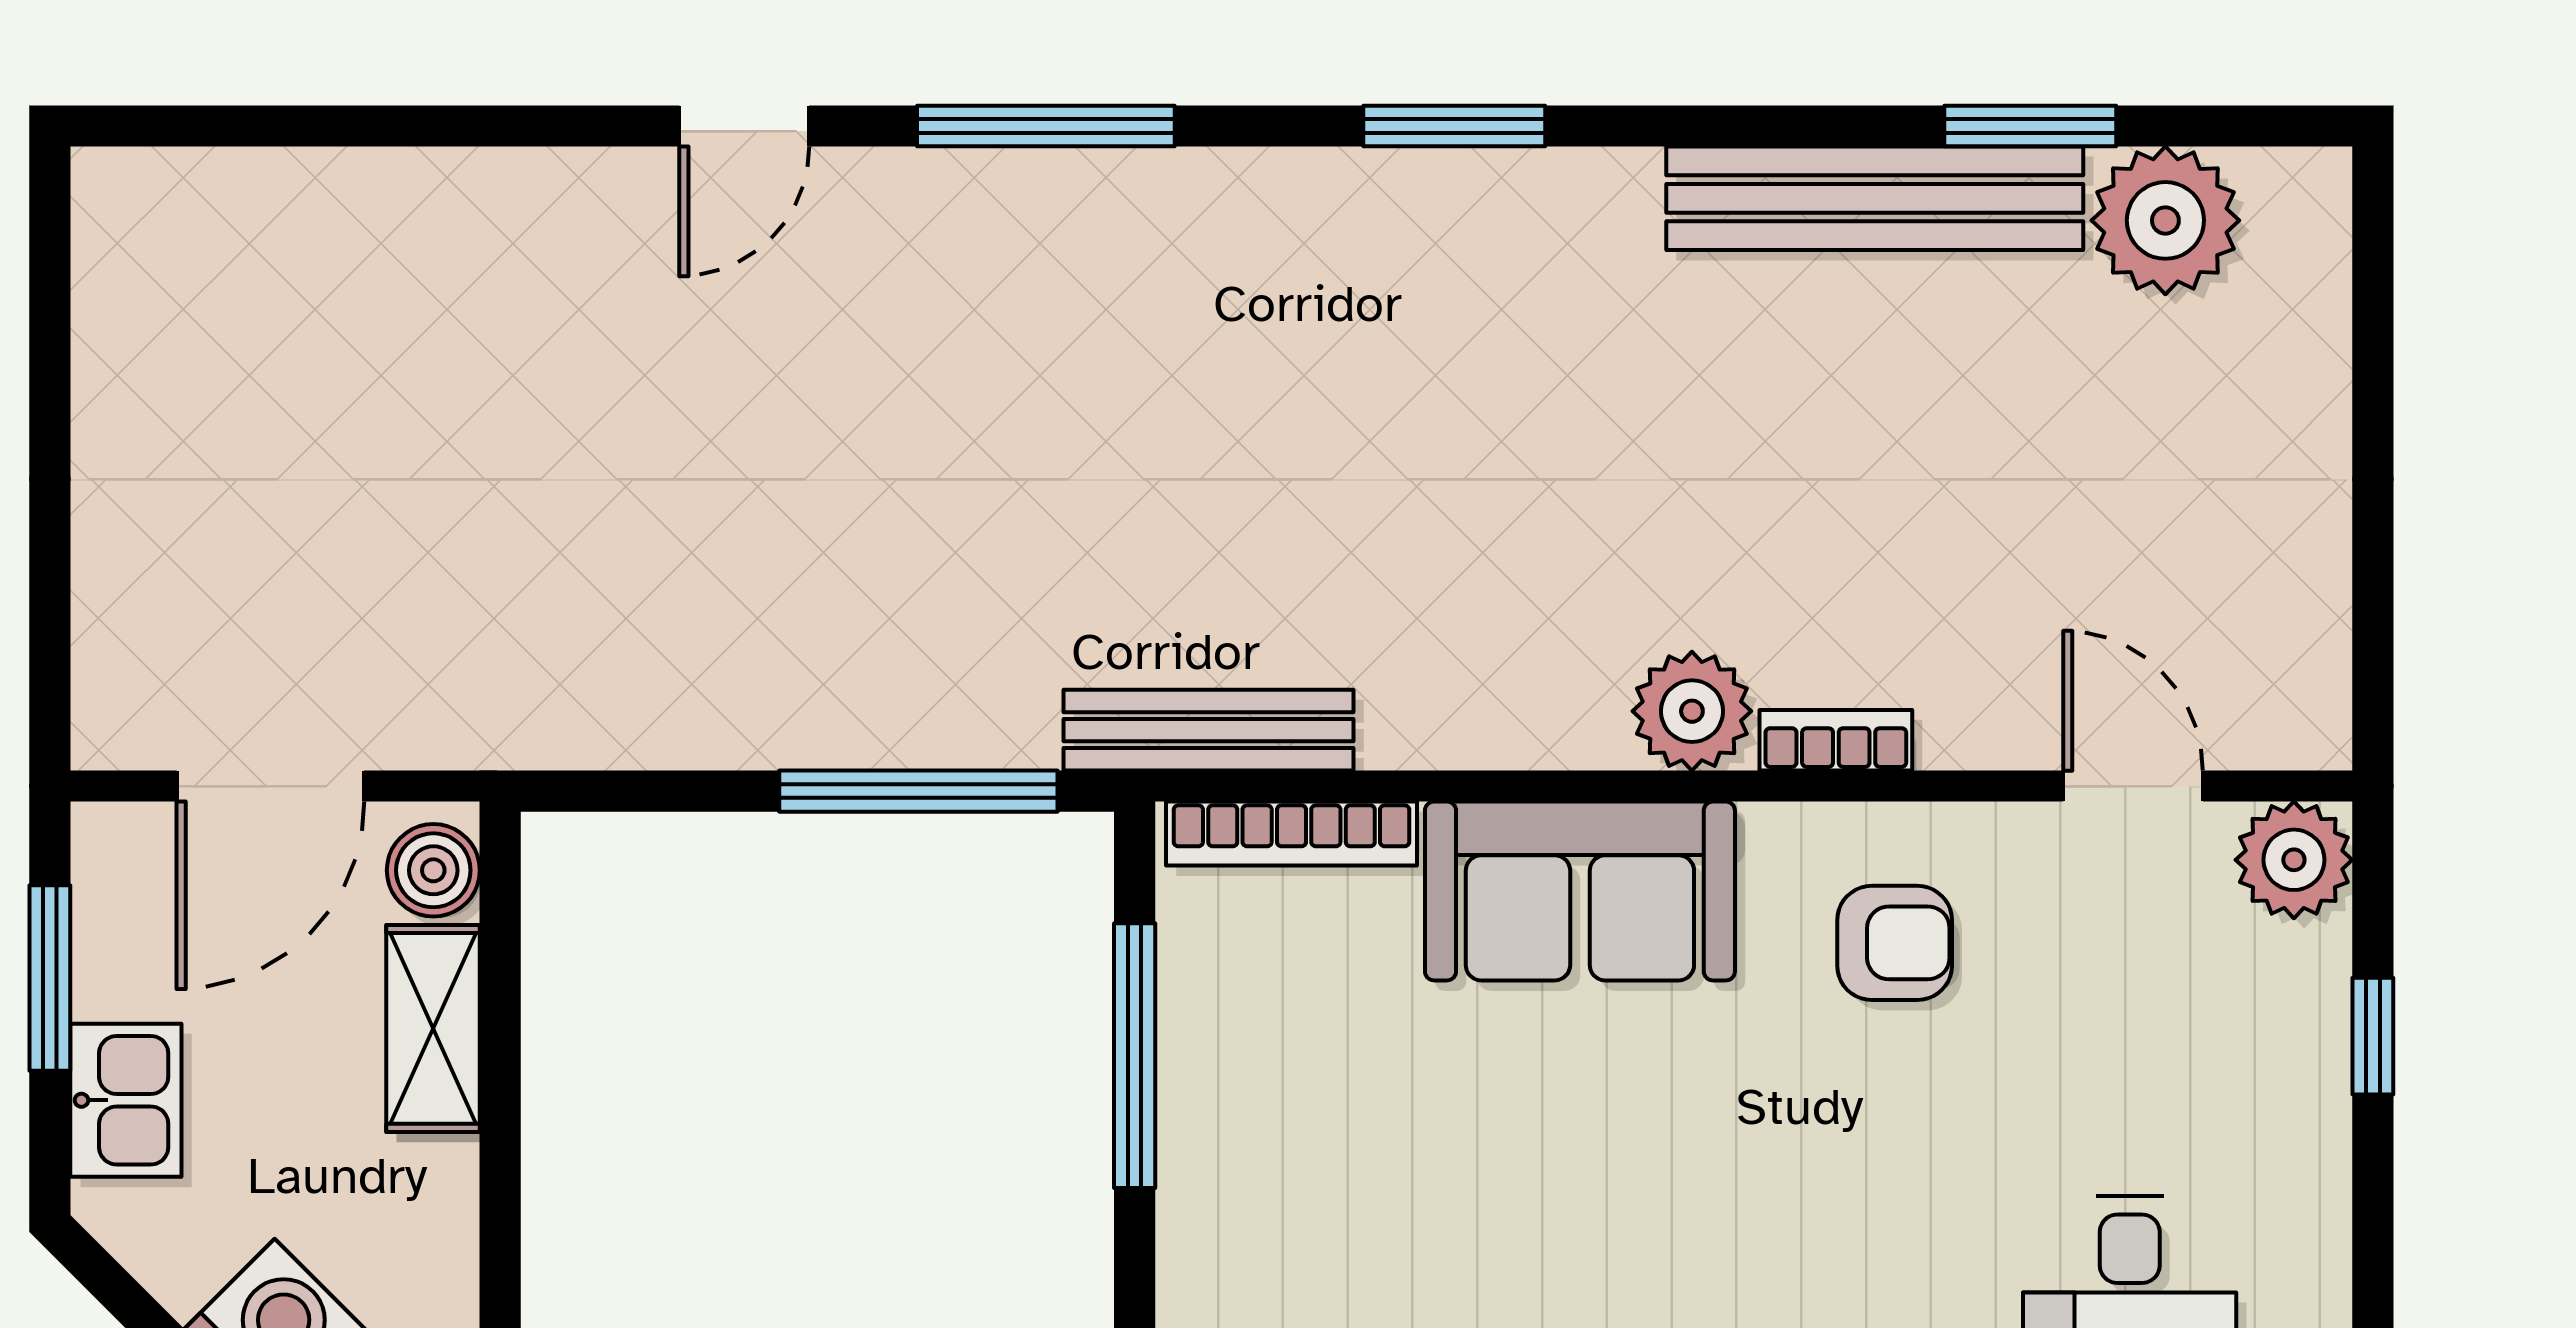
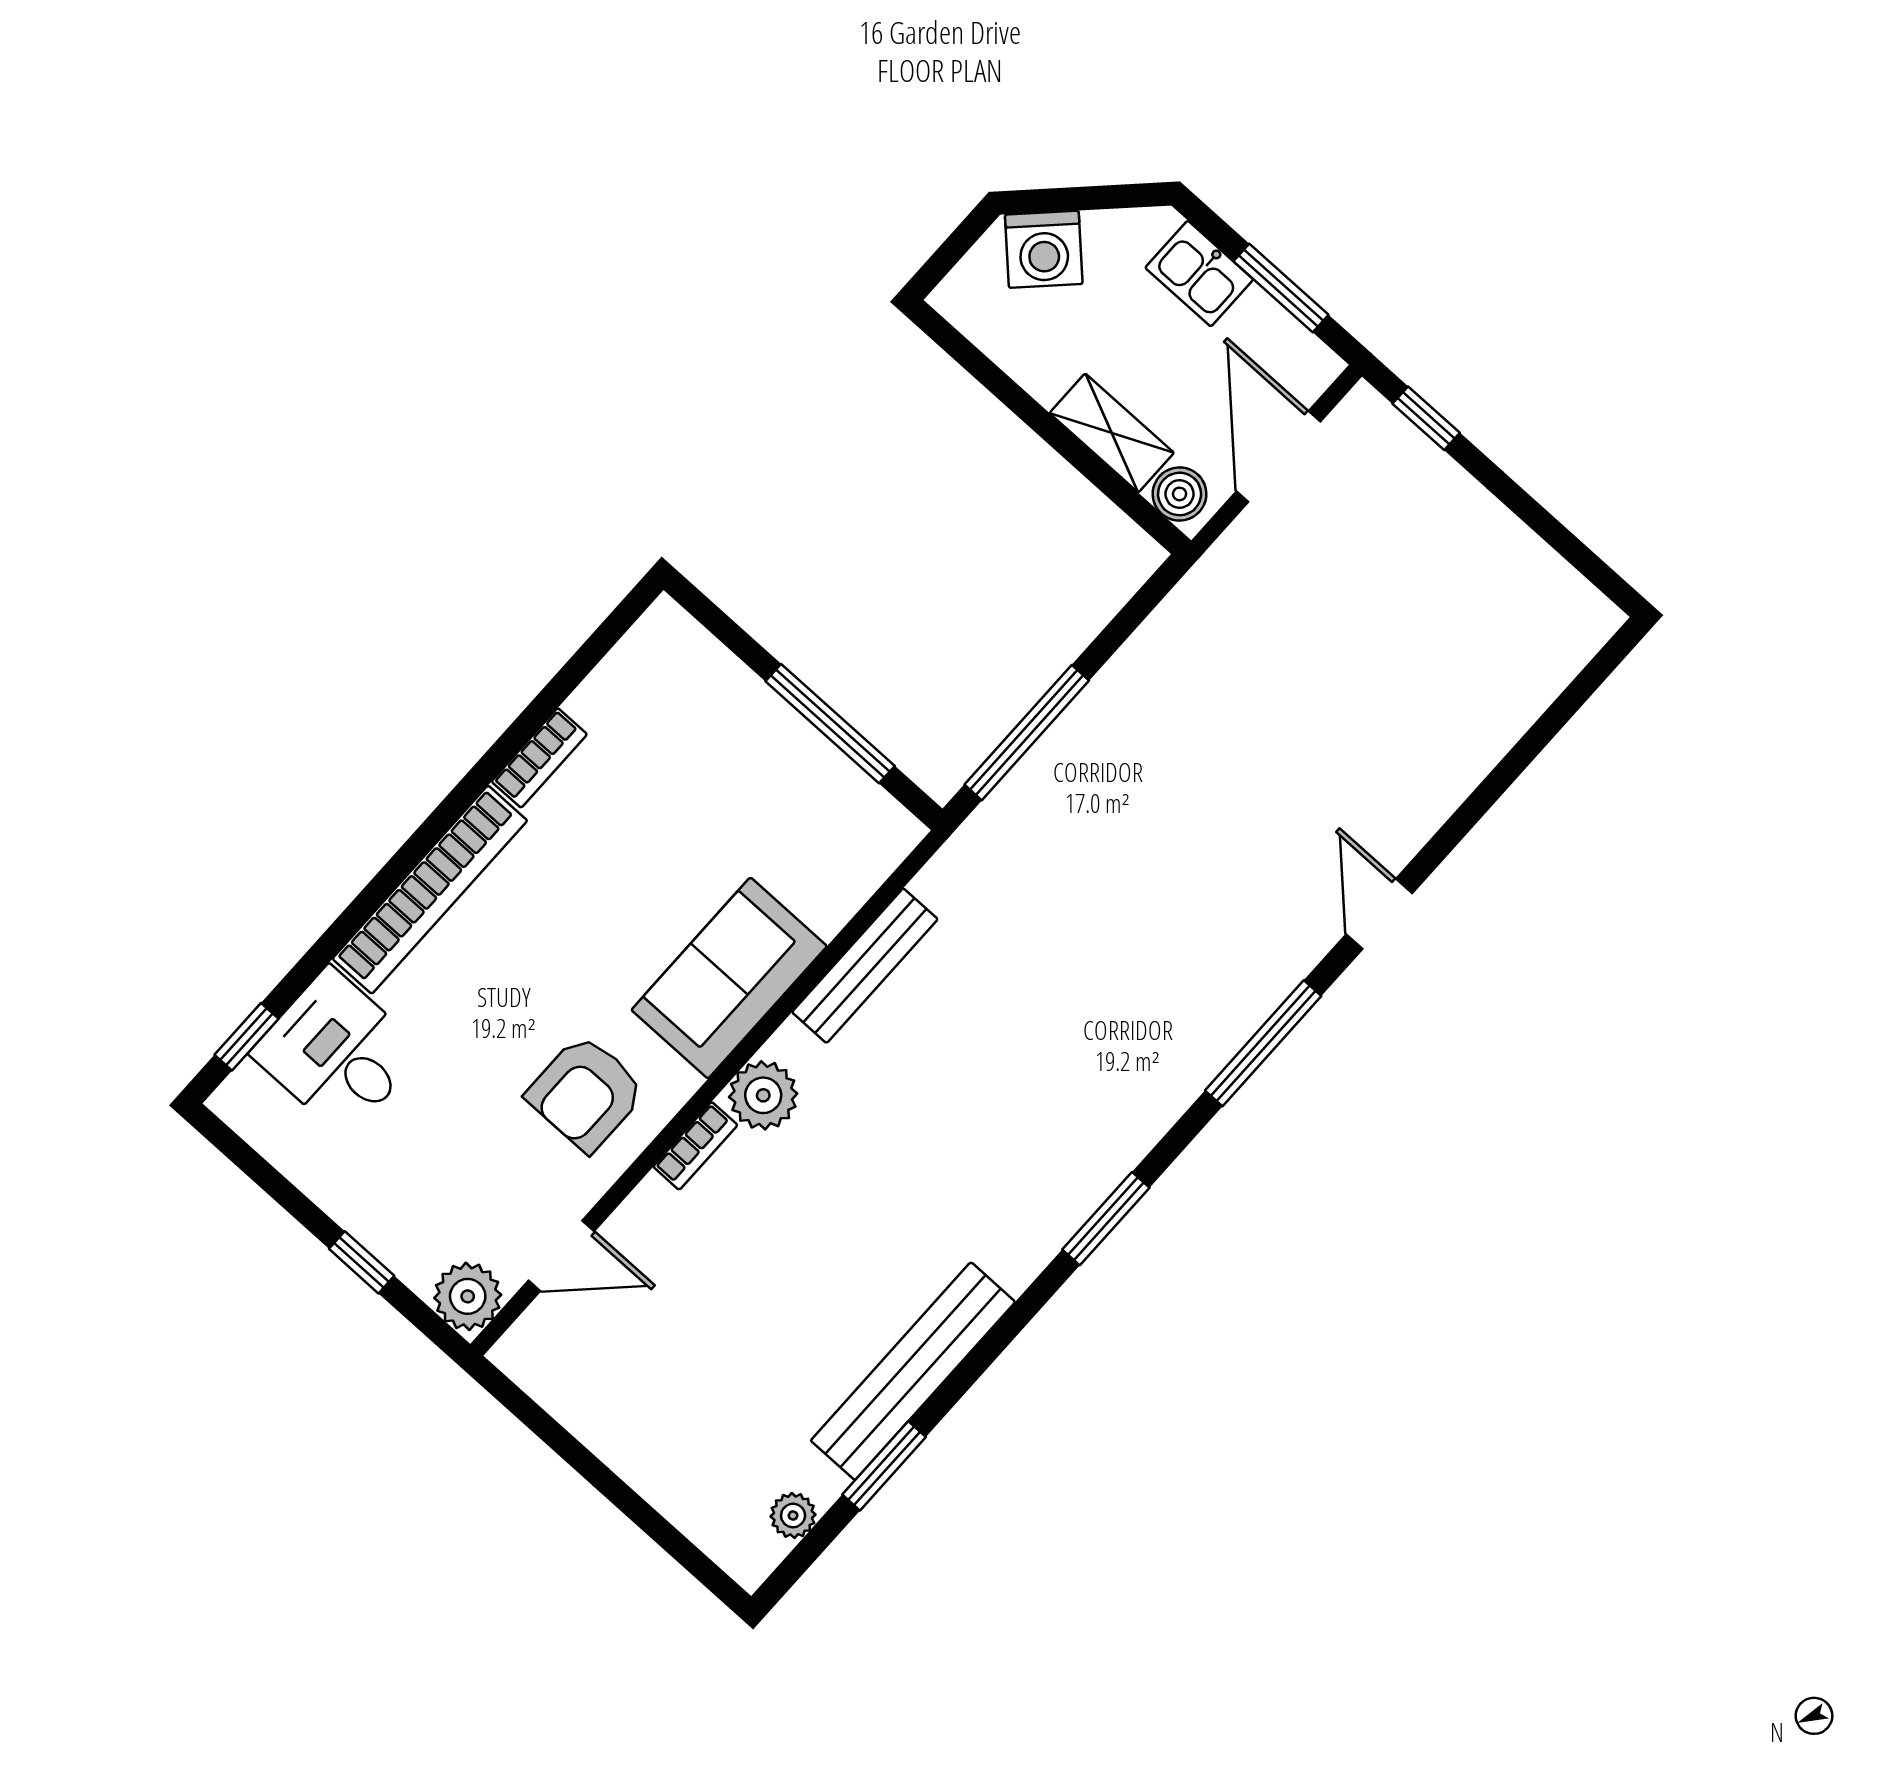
plant: (2165, 220) -> (793, 1516), width x0.53, depth x0.53
window: (50, 640) -> (1426, 418), added
bench: (1209, 730) -> (865, 966), moved
bookcase: (1291, 833) -> (865, 876), removed
armchair: (1895, 943) -> (586, 1093), width x1.38, depth x1.38

